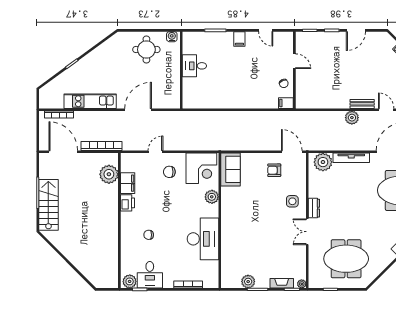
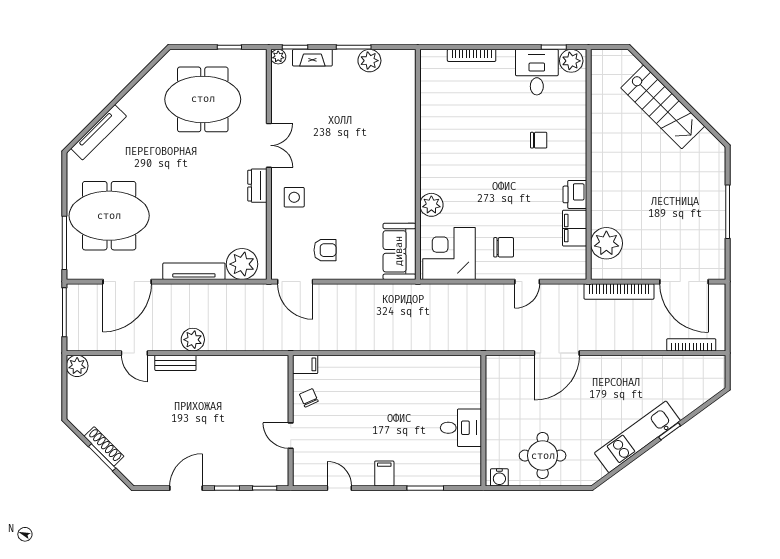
kitchen unit: (90, 101) -> (637, 437), moved, turned 144
stairs: (48, 205) -> (663, 107), moved, turned -45
desk: (203, 239) -> (446, 133), removed

